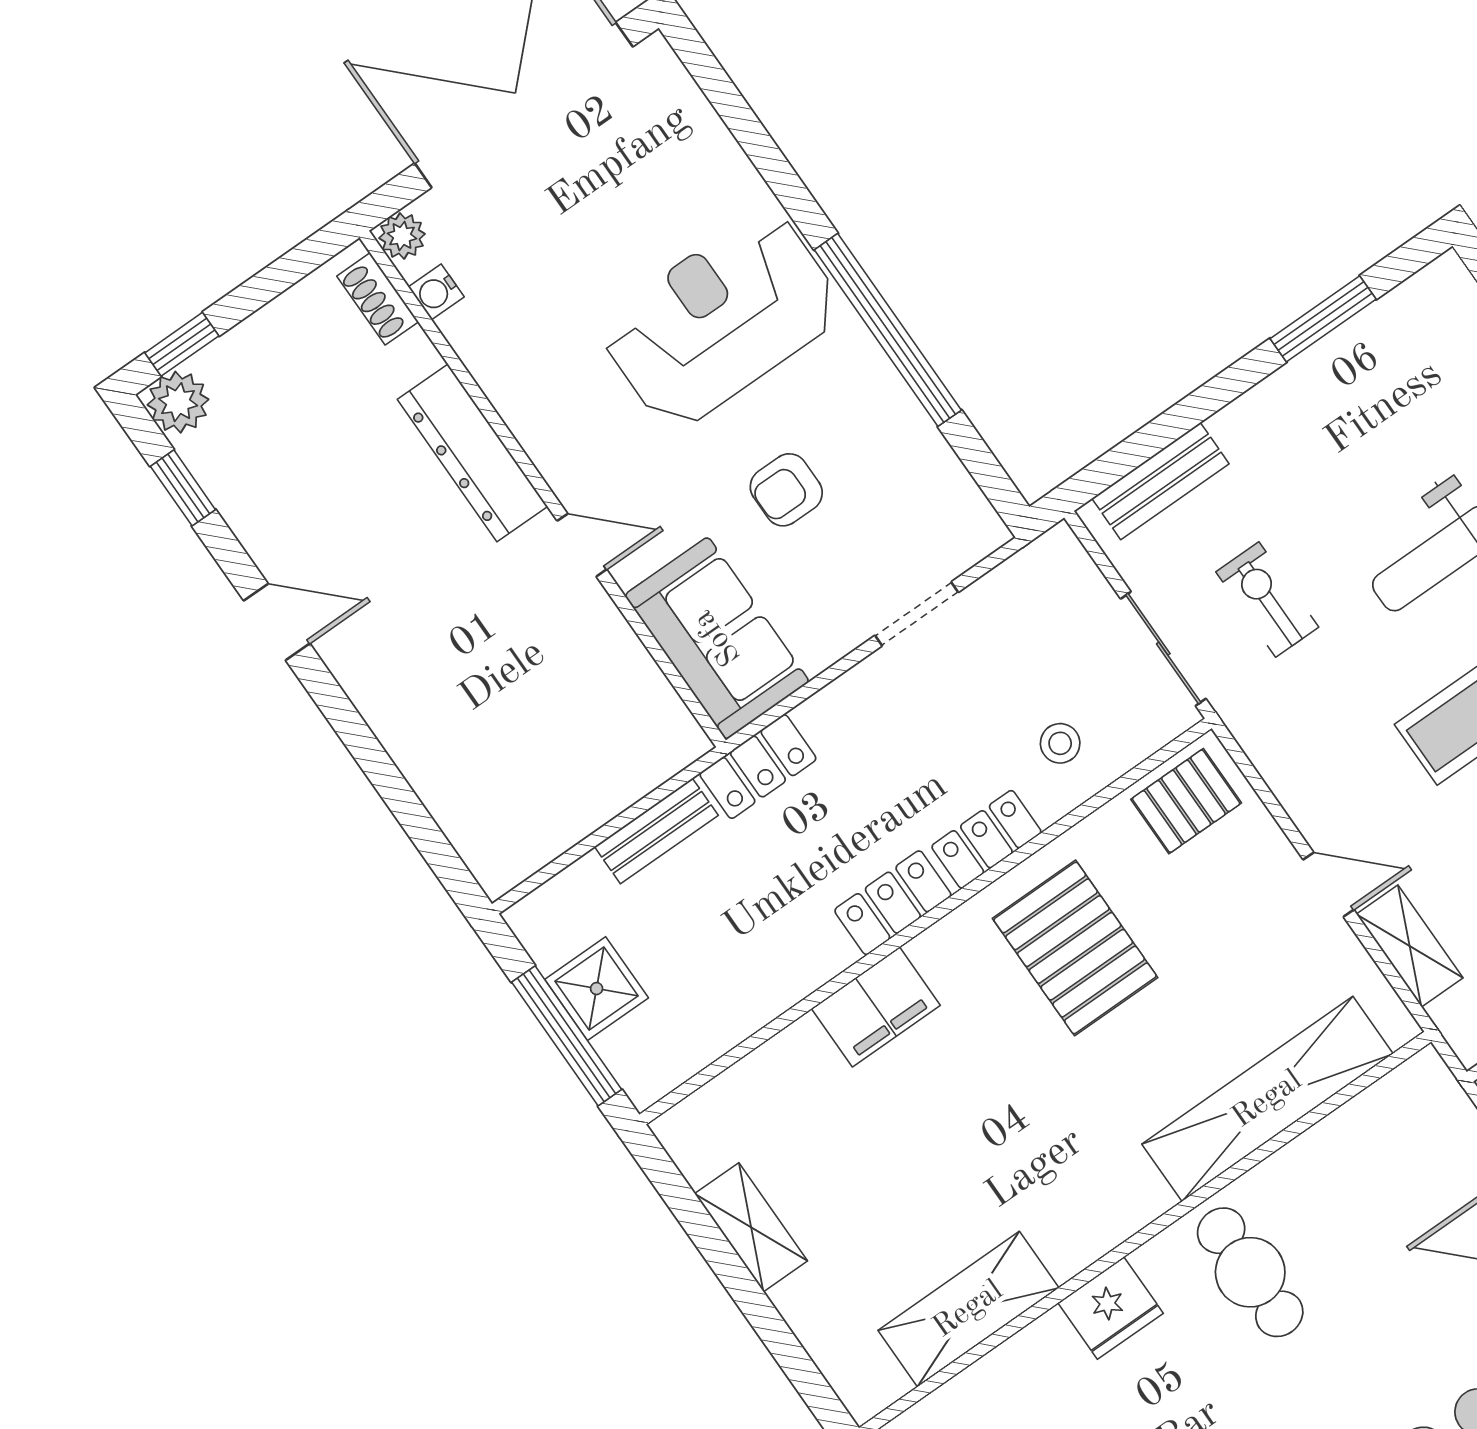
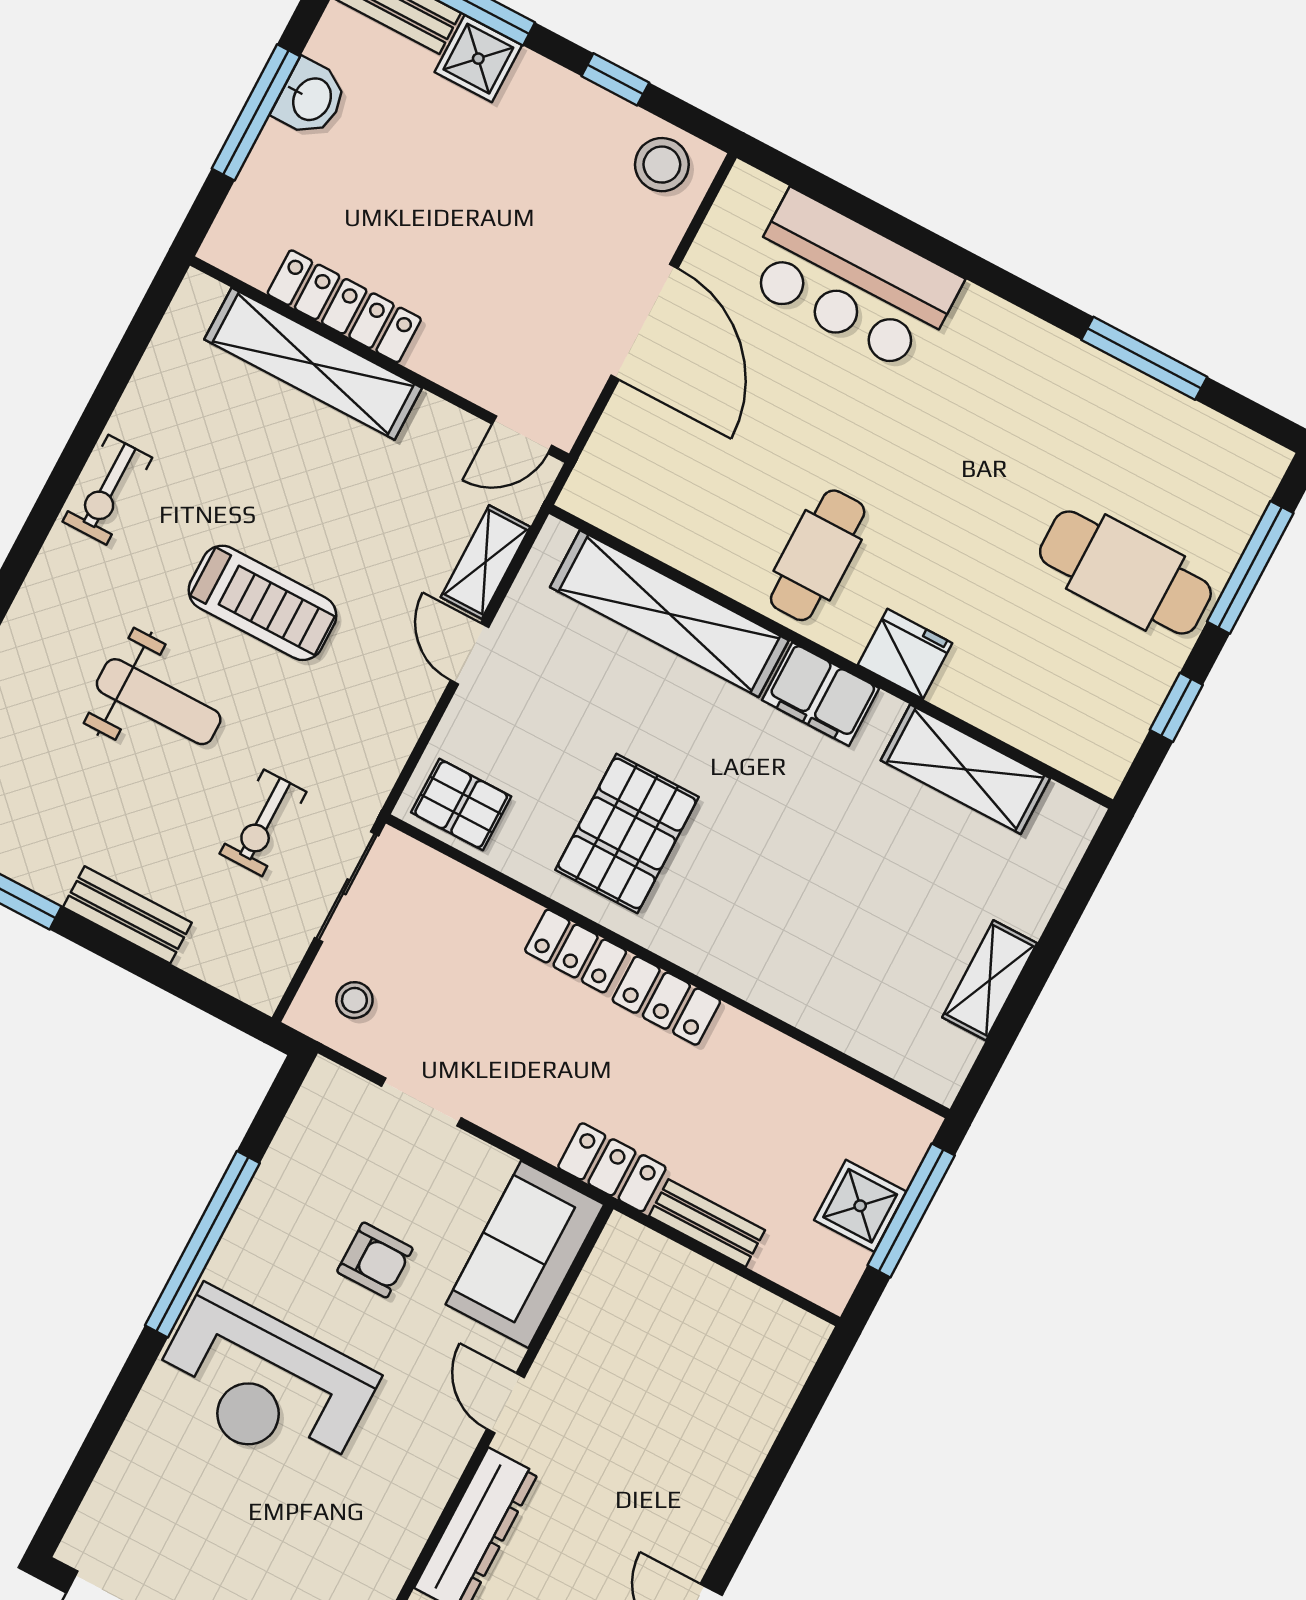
bench: (1160, 481) -> (127, 915), moved
stool: (1060, 743) -> (354, 1000), moved
filing cabinet: (876, 1007) -> (821, 694), moved, turned 180

